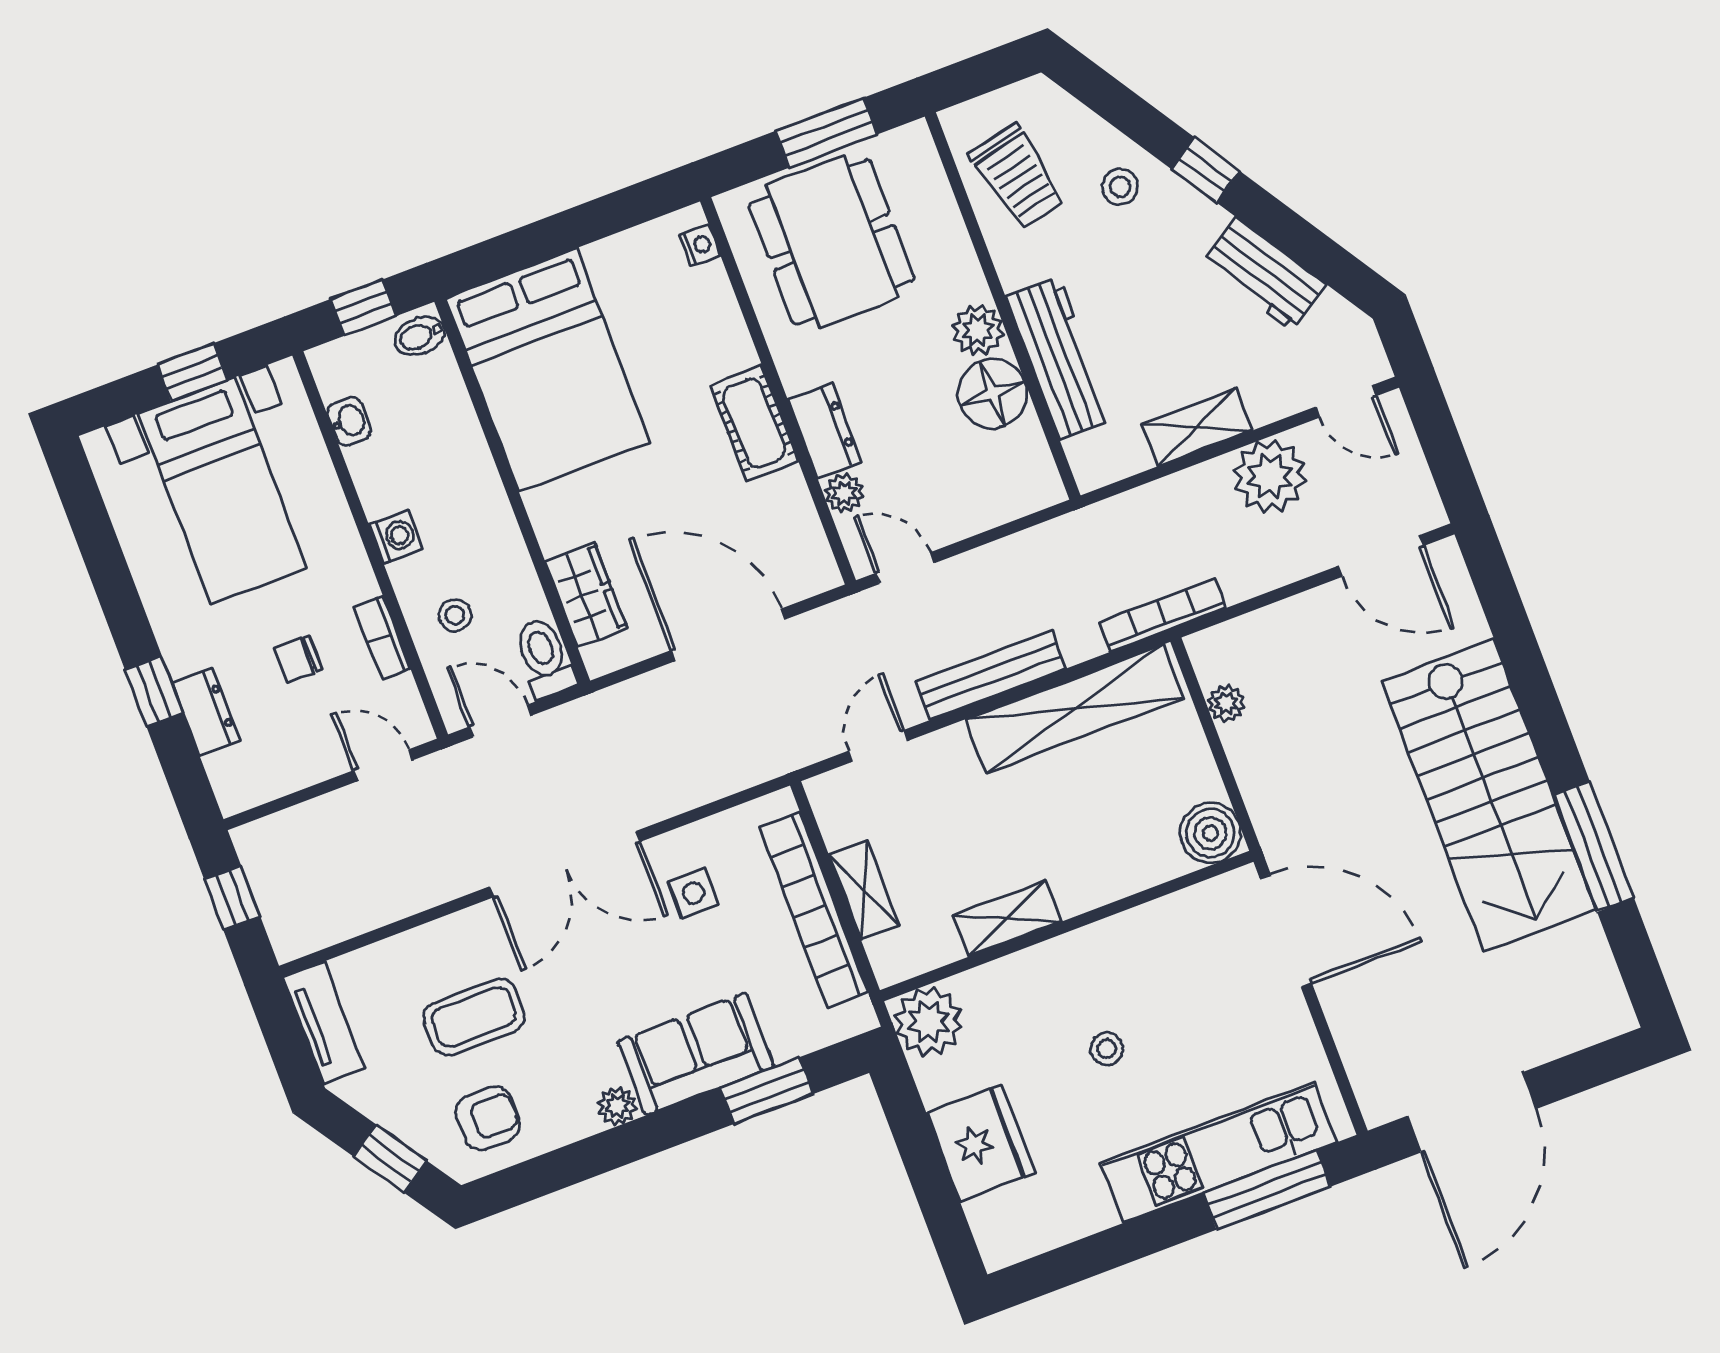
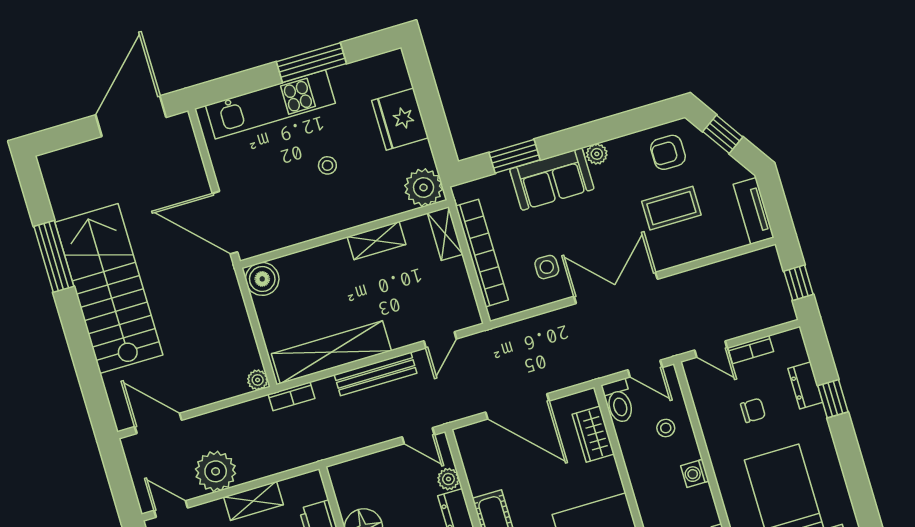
bookcase: (1162, 615) -> (291, 396), width x0.64
bookcase: (382, 638) -> (751, 350), moved, turned 90
plant: (1226, 703) -> (258, 380), moved
shelving: (864, 890) -> (445, 234), moved
window: (1267, 1190) -> (311, 63), moved

